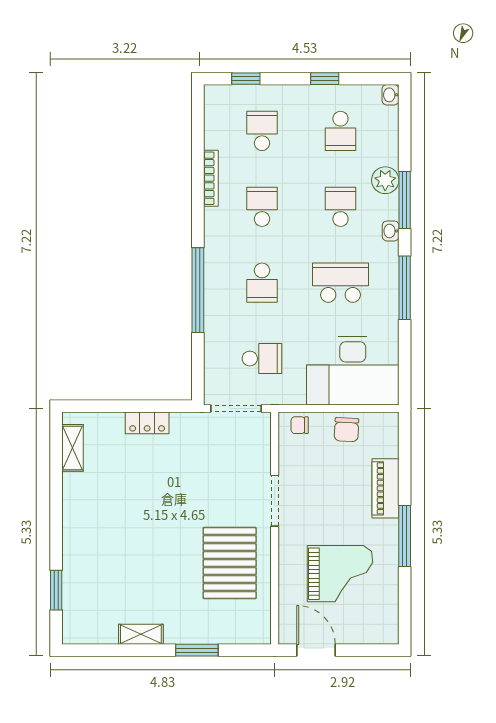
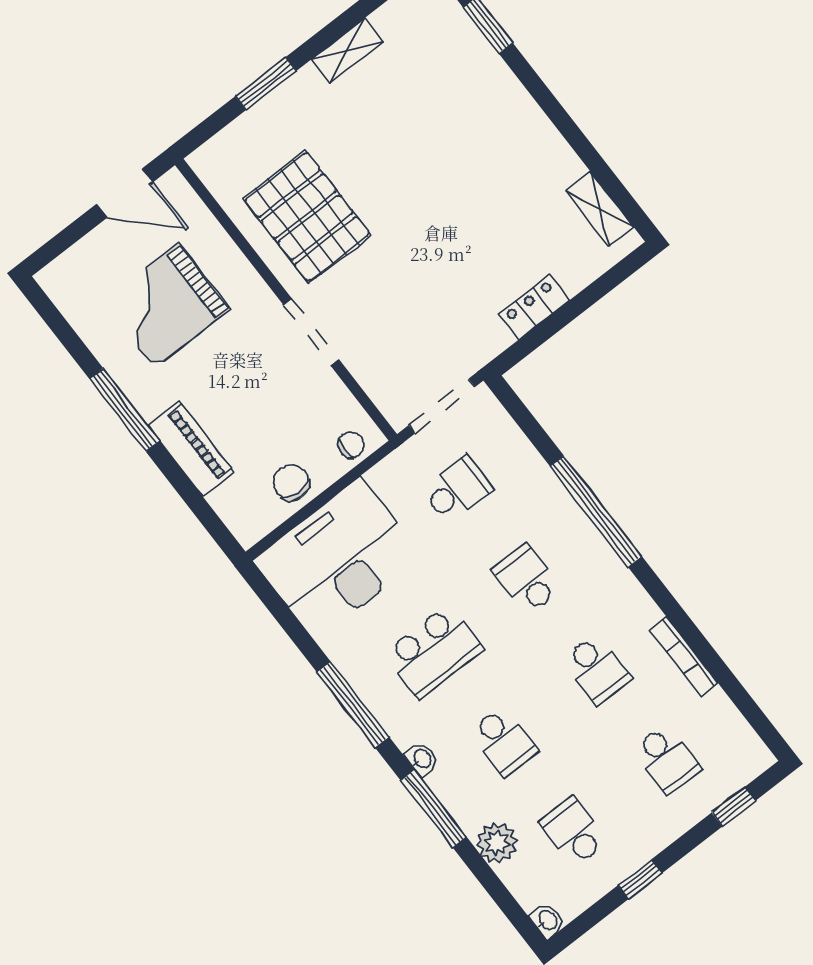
plant: (385, 180) -> (497, 843), moved
school desk: (262, 359) -> (457, 489), turned 180

